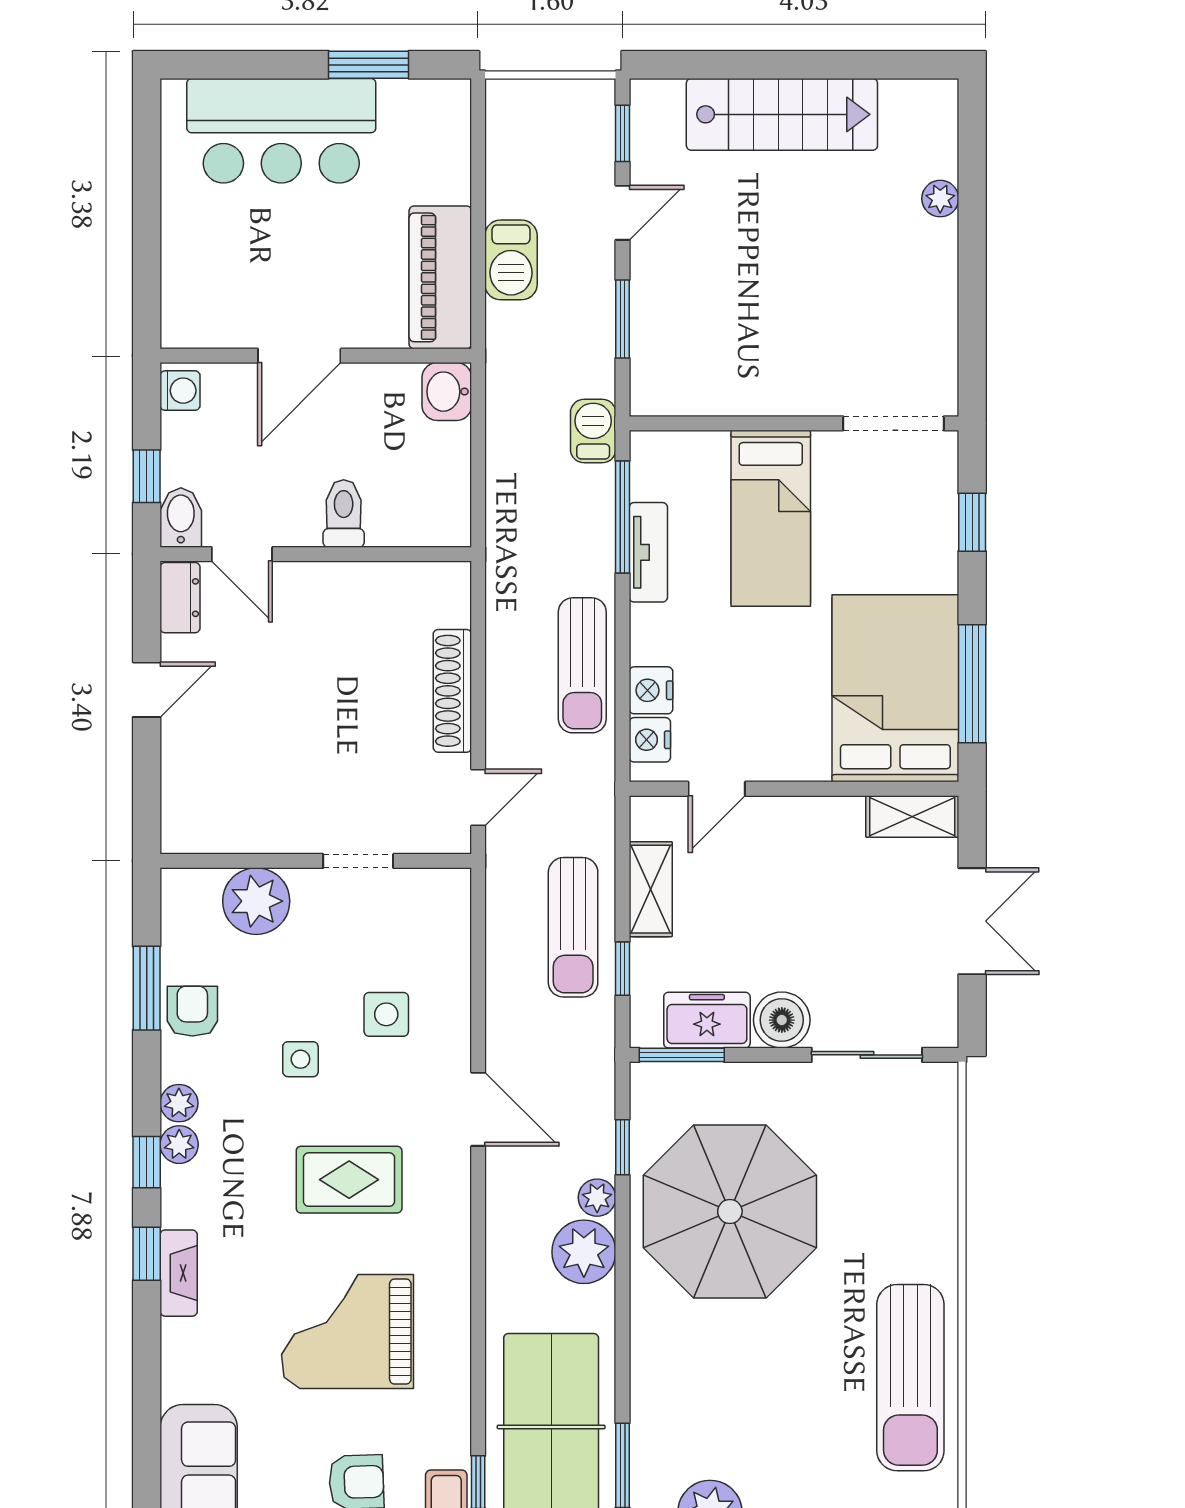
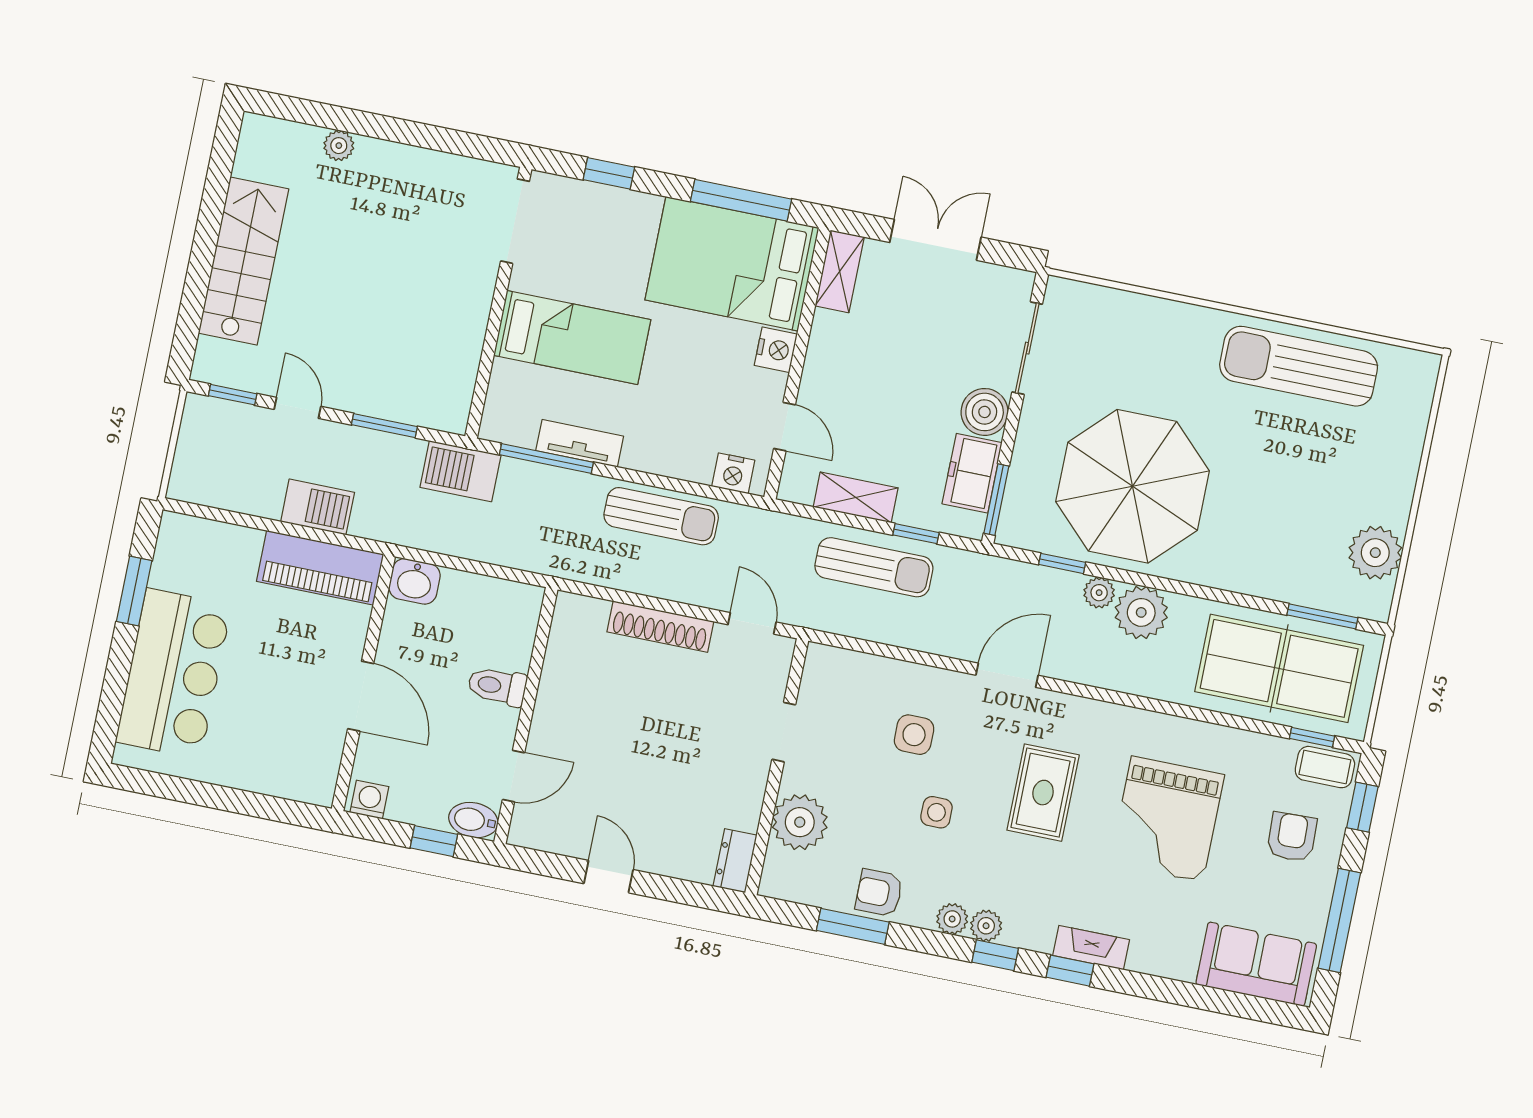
barbecue: (593, 431) -> (460, 471), width x1.38, depth x1.27
dresser: (180, 598) -> (735, 861), moved, turned -90
nightstand: (651, 690) -> (776, 350), moved, turned -90
sun lounger: (910, 1378) -> (1299, 366), turned 180

